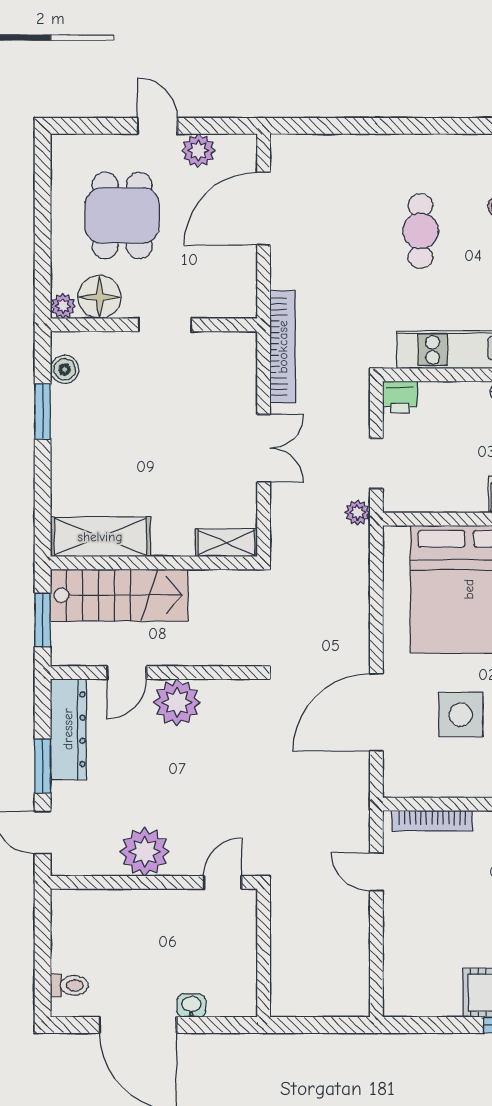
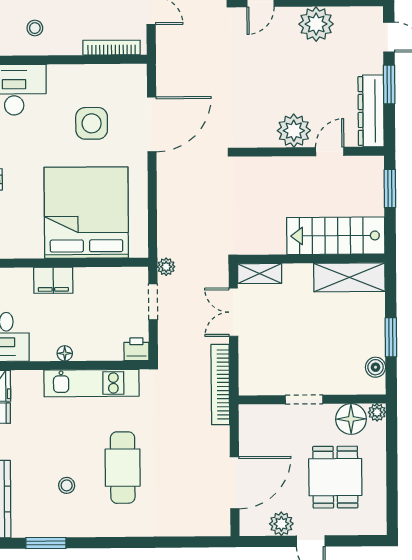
cafe table: (421, 231) -> (123, 468), width x1.37, depth x1.35
shelving: (100, 537) -> (349, 277), moved
shelving: (226, 543) -> (260, 274), moved
wall: (154, 563) -> (311, 259), moved
stairs: (119, 595) -> (336, 236), moved

